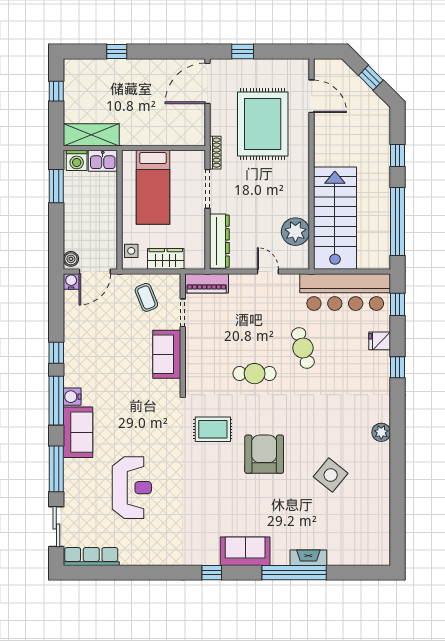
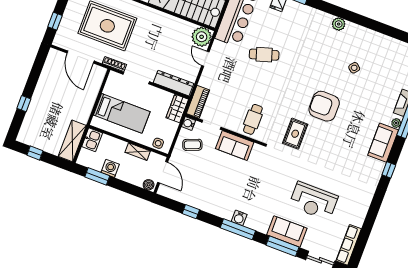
door: (208, 83) -> (81, 57), moved
washing machine: (77, 160) -> (110, 168), moved, turned -90
shelving: (110, 228) -> (138, 152), added
plant: (295, 232) -> (202, 37), moved
wardrobe: (166, 259) -> (177, 108), moved
door: (268, 272) -> (205, 59), hinge flipped
water cooler: (71, 281) -> (188, 123), moved
window: (56, 353) -> (191, 212), moved
cafe table: (255, 374) -> (253, 119), moved
sofa: (78, 432) -> (287, 231), moved
side table: (331, 475) -> (354, 68), width x0.54, depth x0.54
reception desk: (132, 488) -> (313, 201), turned 180
plant: (278, 559) -> (396, 123), added

